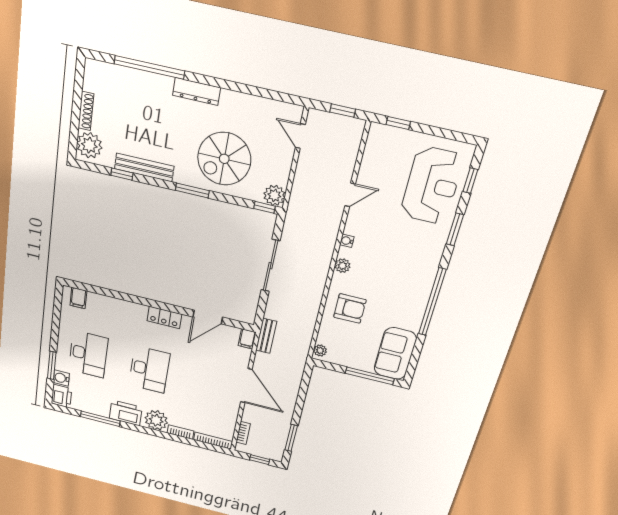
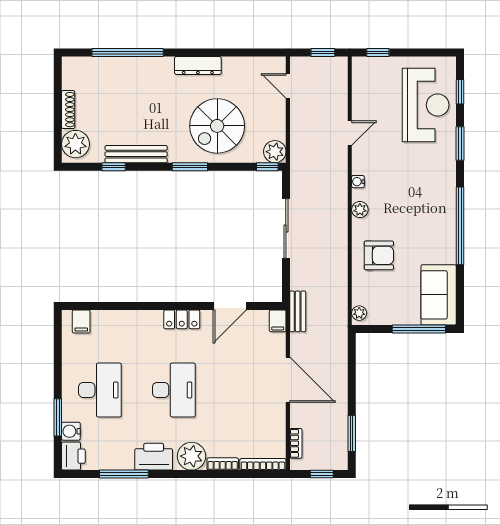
dresser: (196, 91) -> (198, 66), moved

